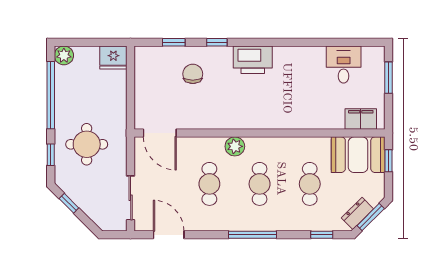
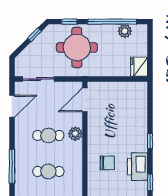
window: (174, 42) -> (150, 182), moved
plant: (64, 55) -> (125, 31), moved
chair: (193, 74) -> (107, 163), moved
round table: (87, 144) -> (77, 47), width x1.36, depth x1.36
plant: (235, 146) -> (75, 134), moved

